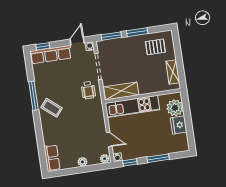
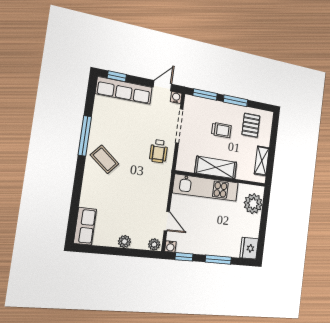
pallet: (155, 47) -> (251, 125), turned 90
trolley: (132, 59) -> (221, 130), added
shelving: (121, 91) -> (216, 167), moved
fridge: (179, 125) -> (249, 248), moved

